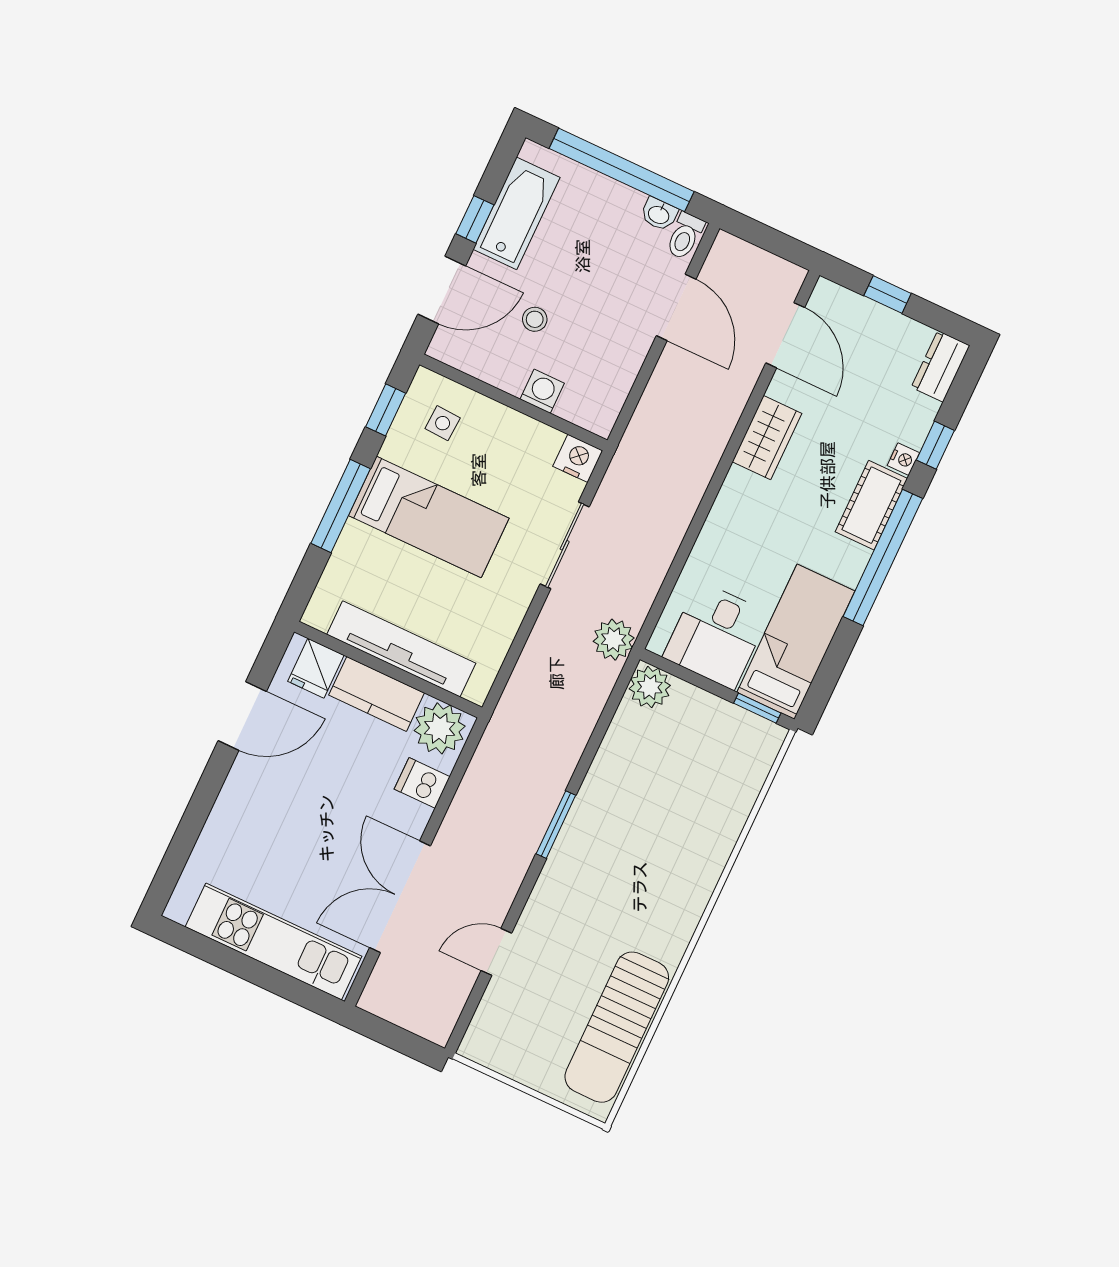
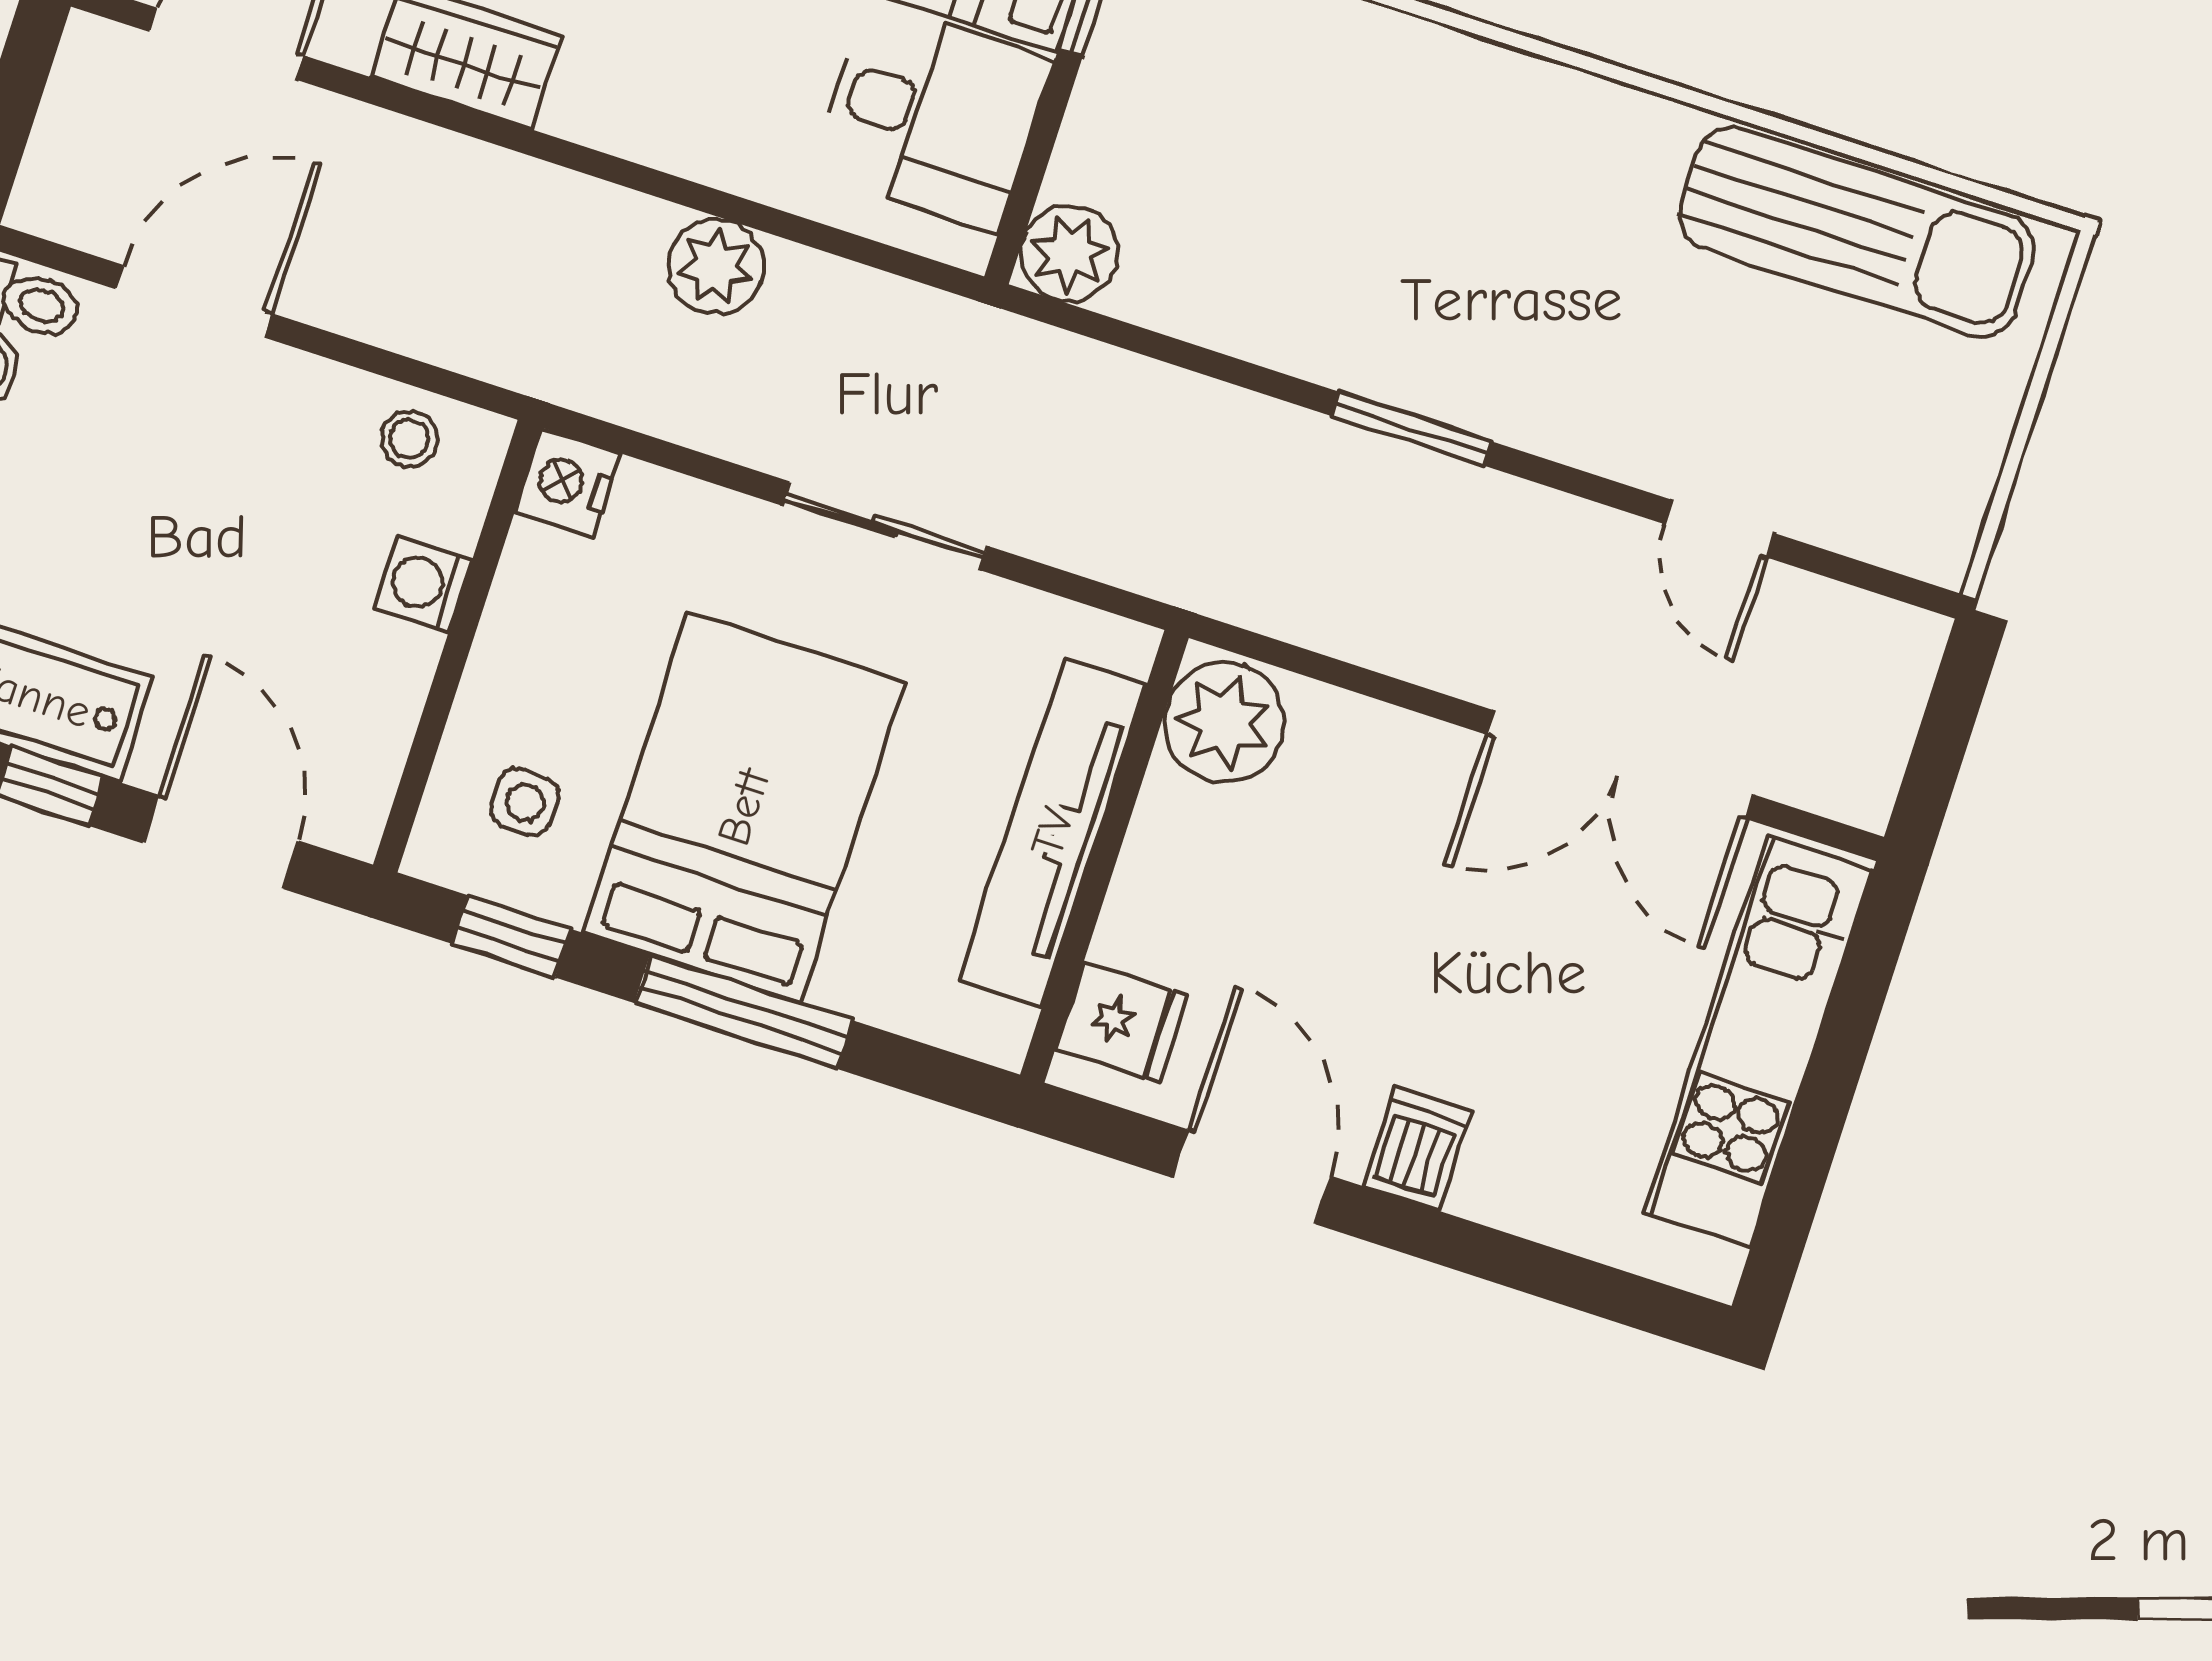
stool: (535, 319) -> (409, 439), moved
bed: (429, 517) -> (744, 807), width x1.50
sliding door: (565, 545) -> (885, 526), moved
plant: (614, 640) -> (716, 266), moved
kitchen counter: (377, 694) -> (1163, 876), removed
dishwasher: (422, 783) -> (1417, 1149), moved, turned 180

